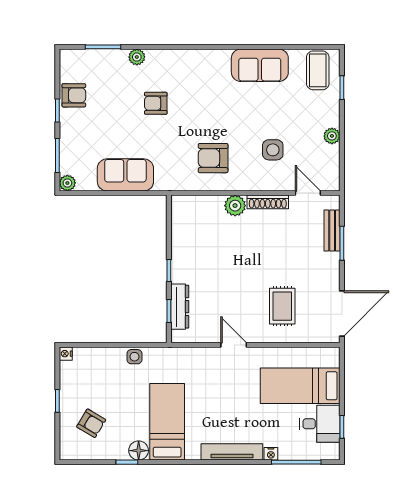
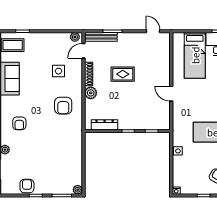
armchair: (156, 103) -> (19, 123), moved
plant: (332, 136) -> (75, 37), moved
sofa: (125, 175) -> (73, 156), removed
bench: (332, 231) -> (101, 37), width x1.36
rug: (282, 306) -> (123, 74), moved
dresser: (180, 307) -> (105, 125), moved
door: (342, 314) -> (153, 31), width x0.53
door: (234, 345) -> (171, 94), hinge flipped

